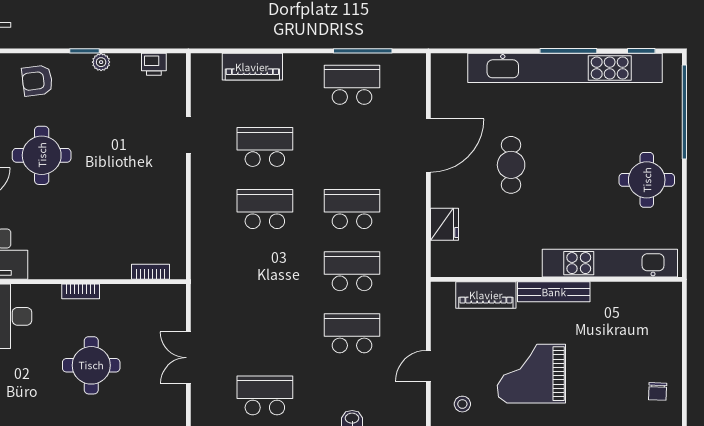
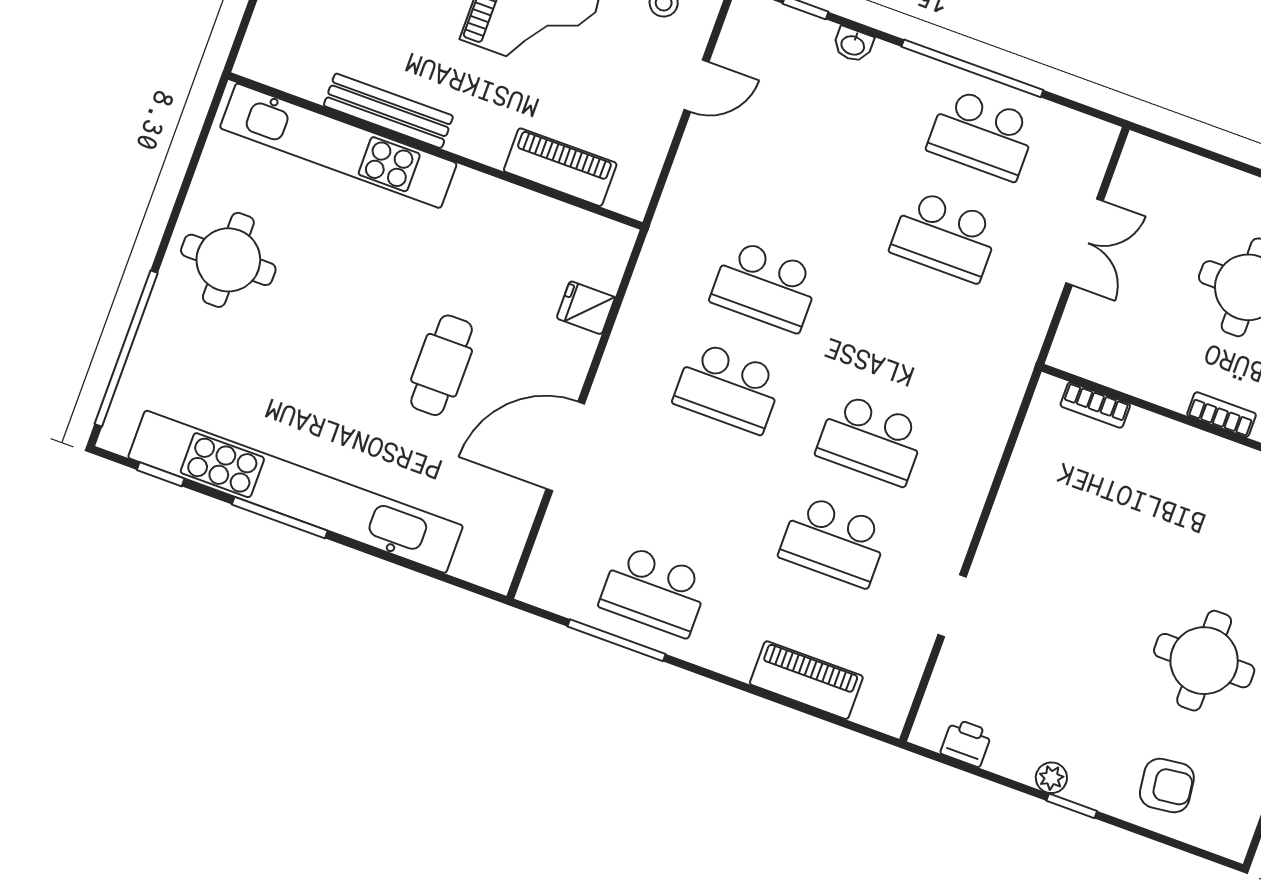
fridge: (444, 224) -> (586, 308), width x0.72
bench: (554, 292) -> (388, 111), moved
school desk: (352, 333) -> (945, 236), moved

